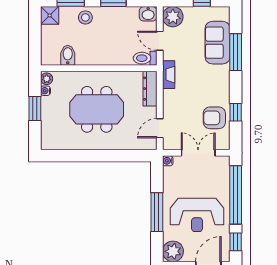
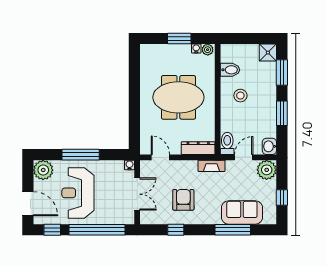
stool: (85, 17) -> (240, 96), moved
meeting table: (97, 109) -> (178, 97), turned 90
armchair: (214, 118) -> (183, 200), moved

